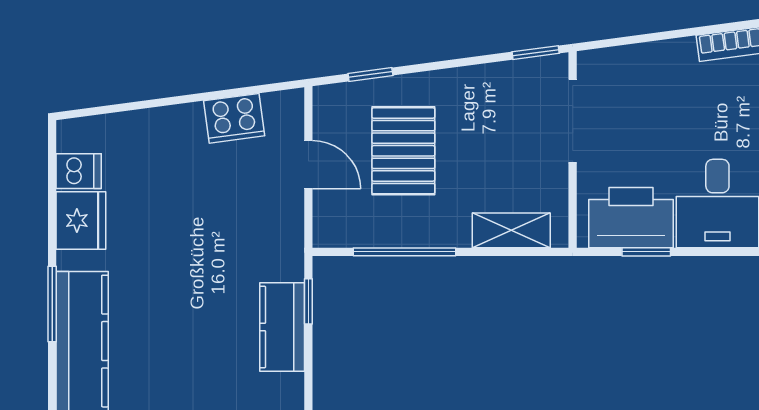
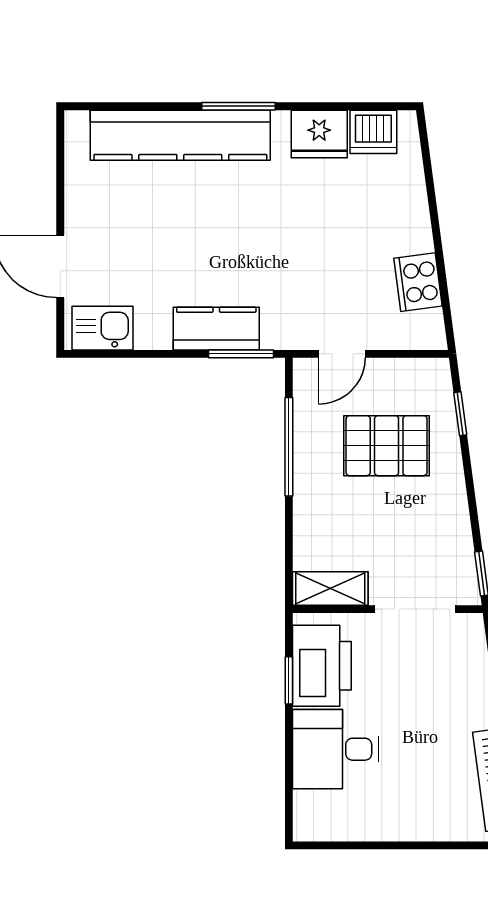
door: (308, 165) -> (342, 354), moved
dishwasher: (79, 171) -> (373, 132), width x1.38
shelving: (511, 230) -> (330, 588), moved, turned 90
window: (308, 301) -> (241, 354), width x1.50

